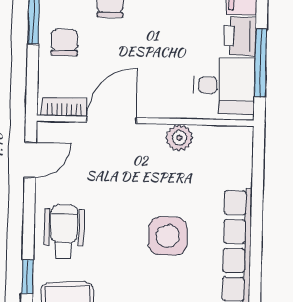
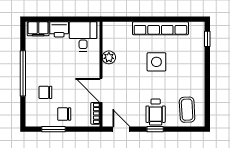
window: (261, 63) -> (72, 19), removed
wheelchair: (64, 232) -> (156, 112), turned -90
window: (27, 277) -> (155, 129), moved

